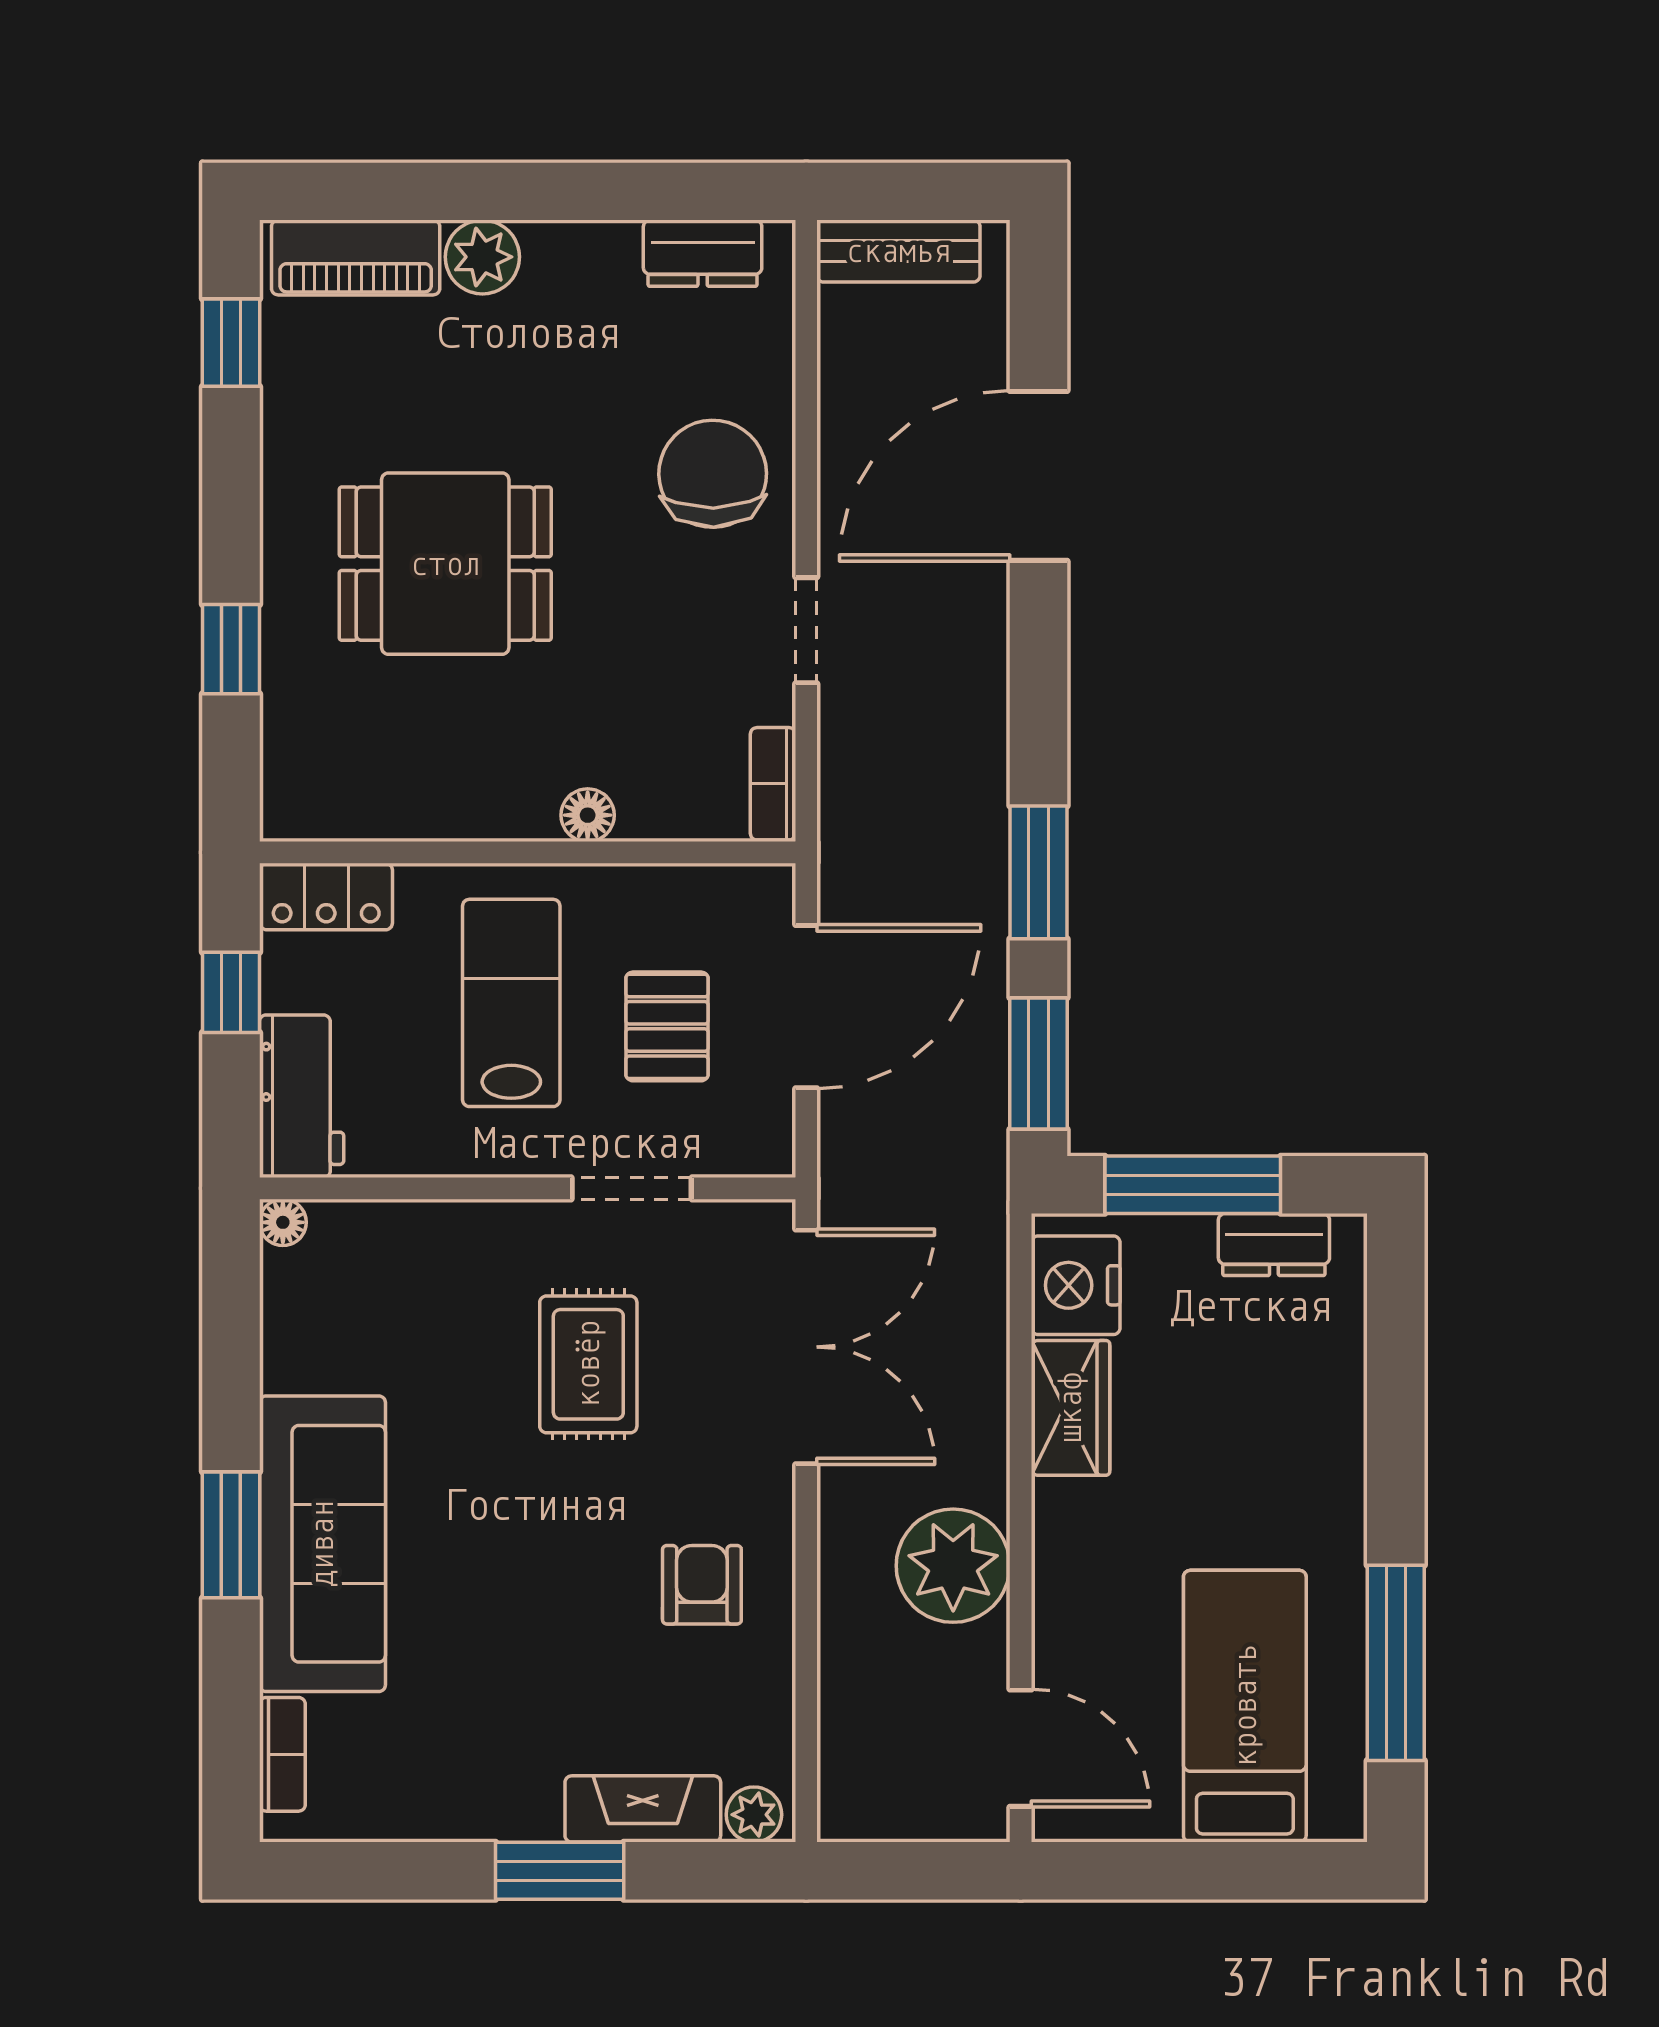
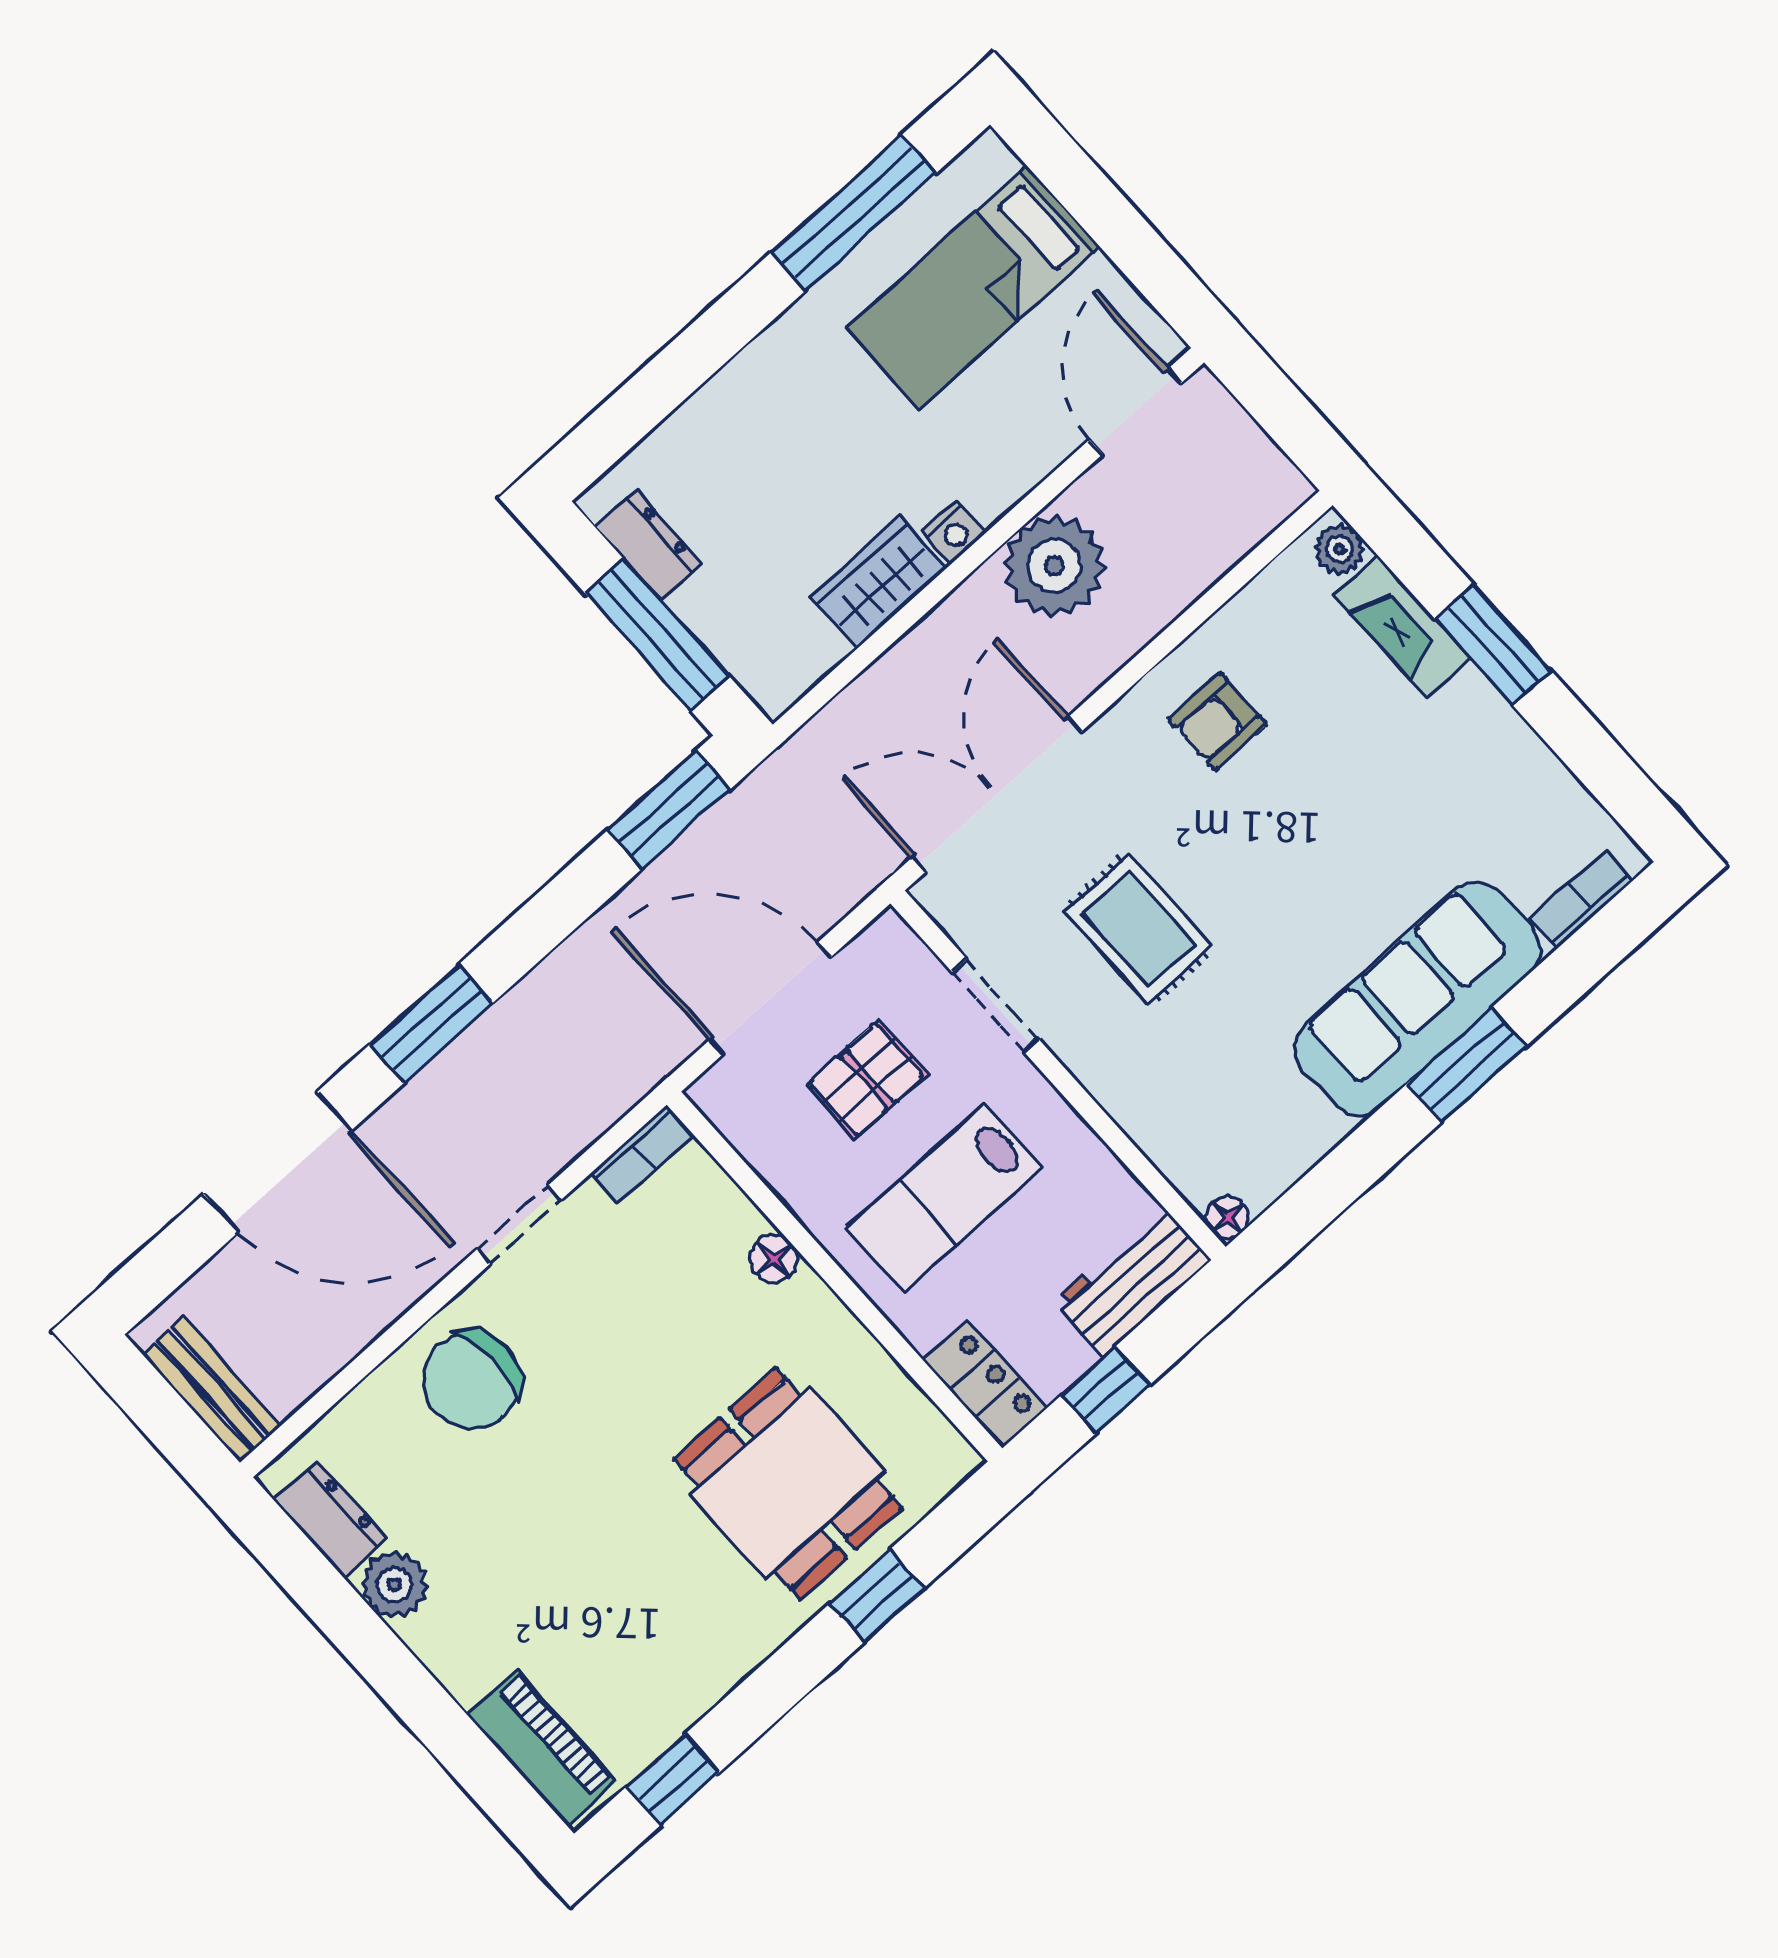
plant: (482, 257) -> (394, 1585), moved
dining table: (445, 564) -> (788, 1483), moved
window: (1038, 872) -> (432, 1023), moved
nightstand: (1076, 1285) -> (954, 532), moved, width x0.53, depth x0.56
rug: (588, 1364) -> (1139, 929), turned 90

